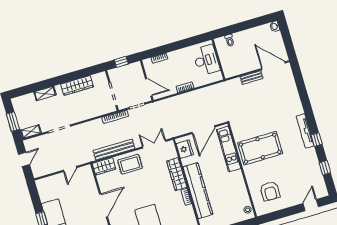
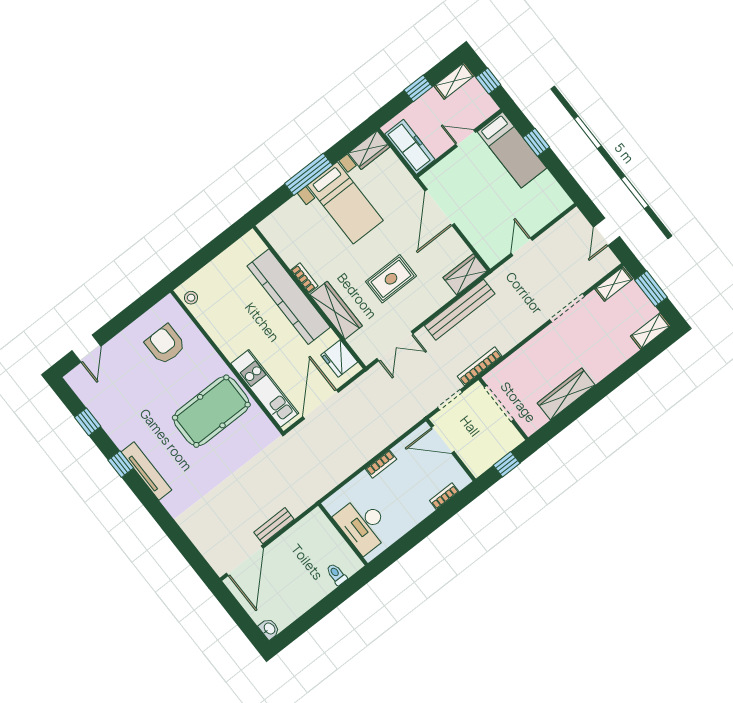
door: (273, 66) -> (245, 561), hinge flipped
shelving: (45, 93) -> (650, 331), moved
rug: (130, 164) -> (391, 279), moved

